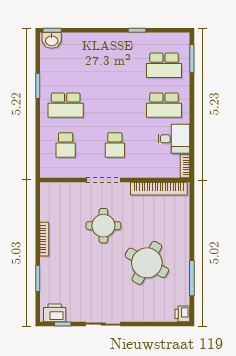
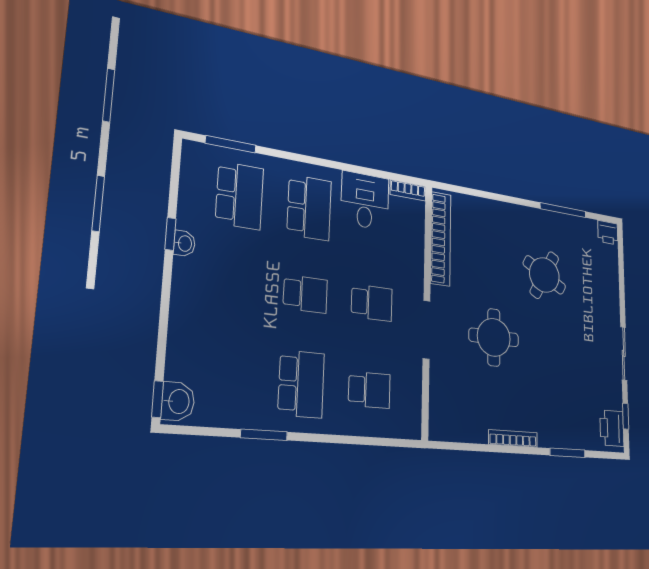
washbasin: (133, 38) -> (184, 243), added
school desk: (115, 105) -> (305, 294), added
round table: (147, 263) -> (544, 275), width x0.73, depth x0.73

